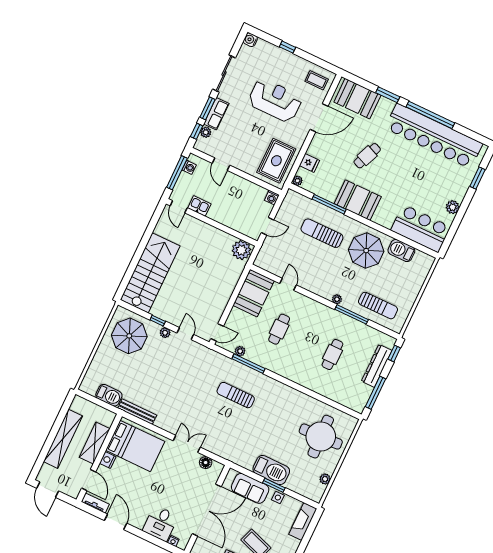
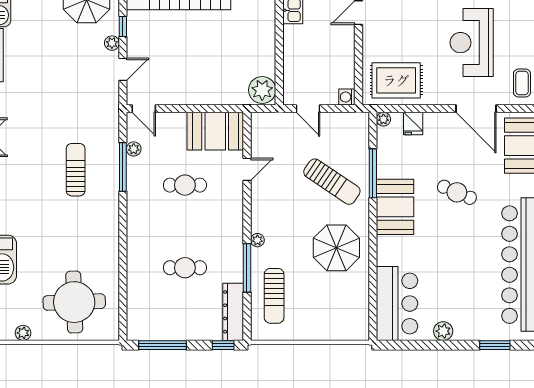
reception desk: (275, 100) -> (472, 43), turned 180
sun lounger: (322, 233) -> (332, 182), turned 124
barbecue: (401, 251) -> (358, 292), removed
dresser: (377, 366) -> (233, 312), moved, turned -90

